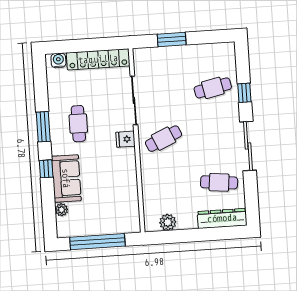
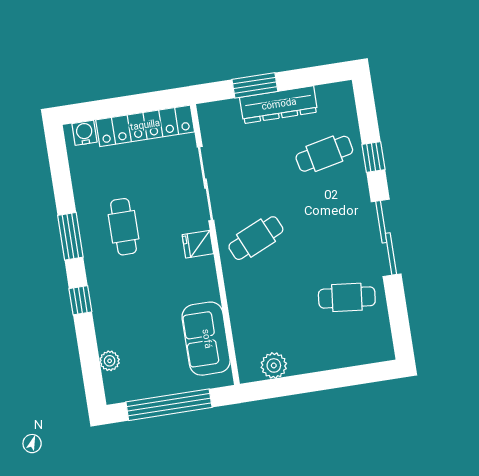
sofa: (66, 178) -> (206, 339), moved, turned 180
dresser: (222, 218) -> (279, 105), moved, turned 180

